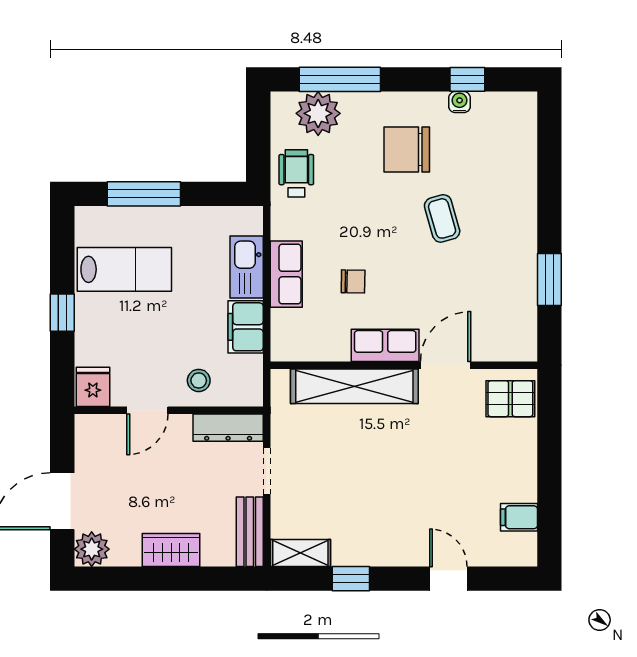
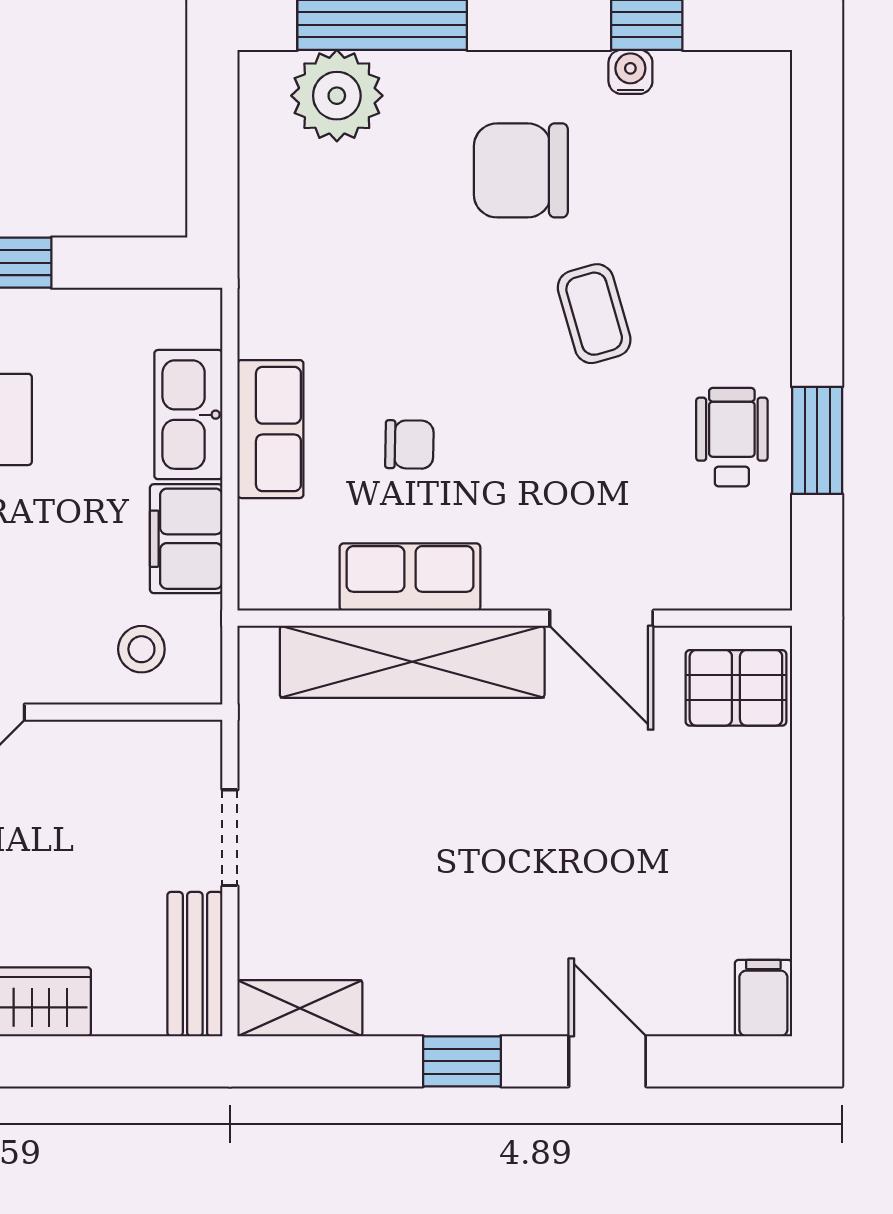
wheelchair: (296, 173) -> (732, 437), moved
row of seats: (385, 345) -> (410, 577), moved
door: (446, 365) -> (601, 618), swing flipped
stool: (199, 380) -> (141, 649), moved
dresser: (228, 428) -> (150, 748), removed
filing cabinet: (519, 517) -> (763, 998), moved, turned 90
window: (351, 579) -> (462, 1061), moved

